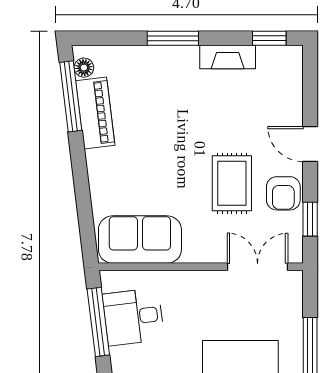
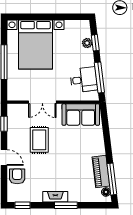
fireplace: (228, 57) -> (55, 197), moved
armchair: (283, 193) -> (17, 176), moved
double door: (258, 267) -> (42, 102), moved

